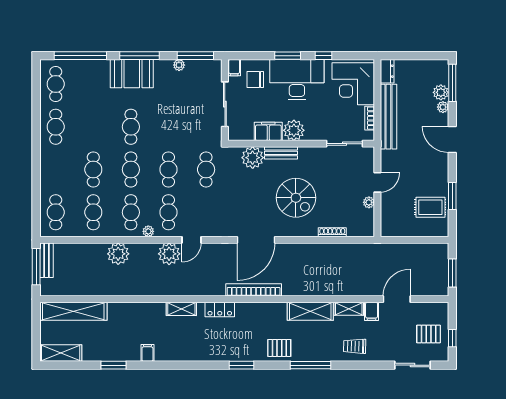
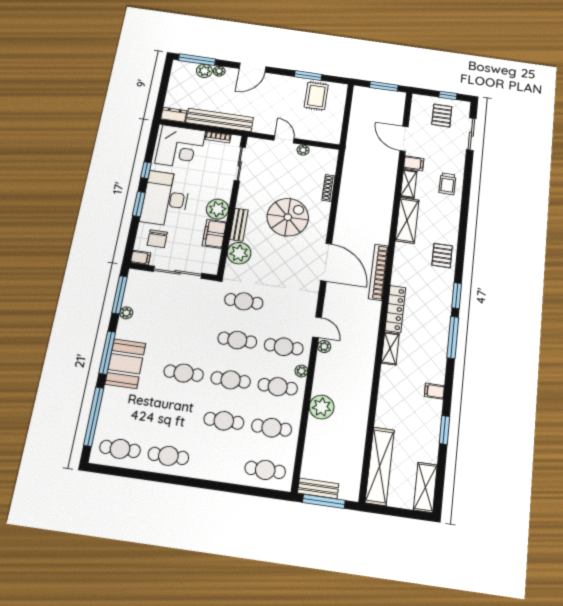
plant: (169, 254) -> (324, 346), width x0.53, depth x0.53
locker: (220, 310) -> (395, 309), width x1.53
window: (310, 365) -> (453, 337), moved

